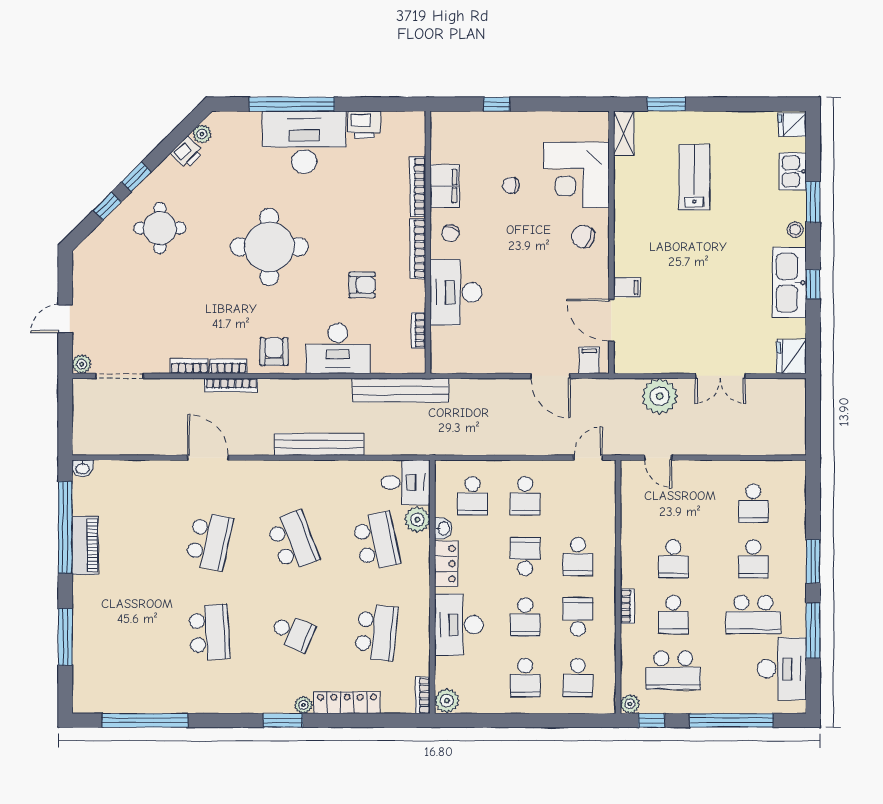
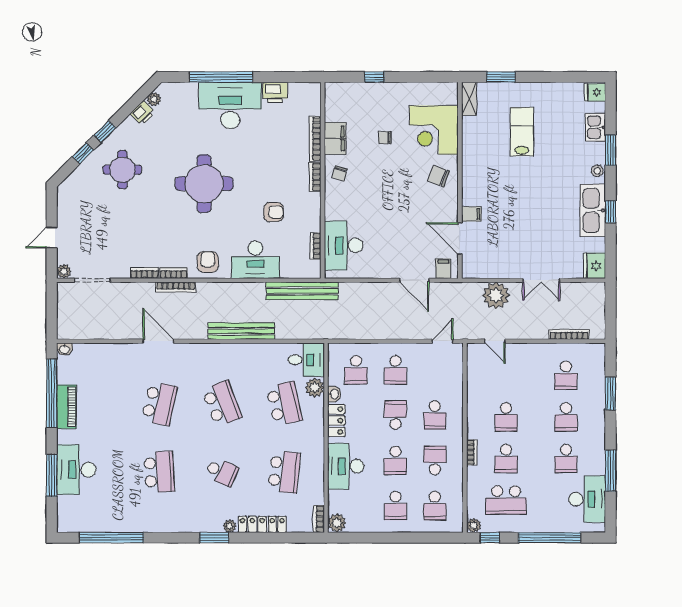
bookcase: (418, 249) -> (315, 177), width x0.64
desk: (456, 292) -> (344, 245), moved
bookcase: (757, 449) -> (569, 334), added
window: (813, 561) -> (611, 393), moved
school desk: (753, 615) -> (566, 459), width x0.54
desk: (98, 629) -> (76, 470), added

